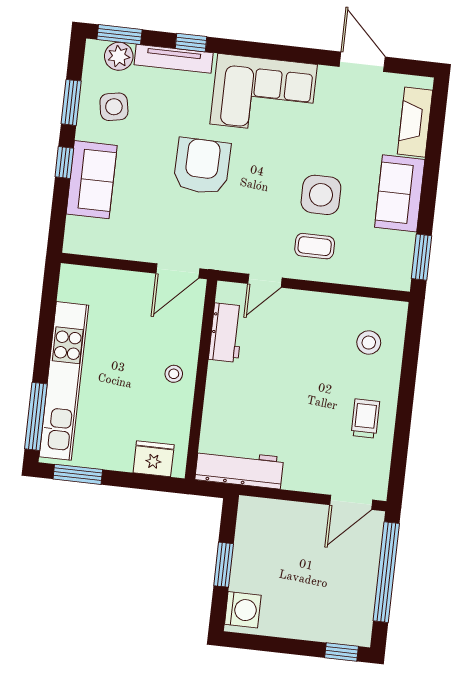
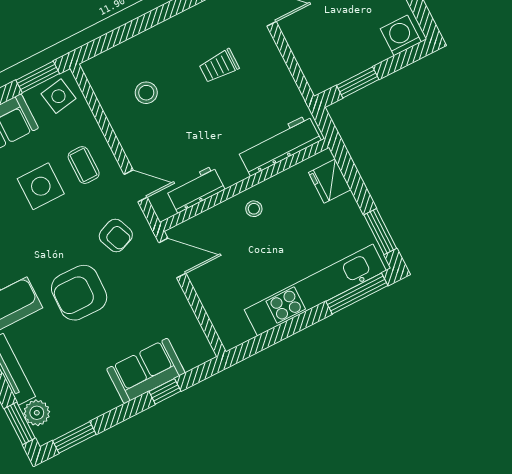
window: (71, 102) -> (74, 437), moved
side table: (114, 107) -> (58, 96), moved
window: (64, 163) -> (165, 391), moved
armchair: (232, 233) -> (116, 236), added
stool: (369, 343) -> (146, 93), moved
trolley: (365, 419) -> (219, 66), moved
workbench: (239, 468) -> (279, 145), moved, turned 90
window: (224, 565) -> (358, 82), moved

